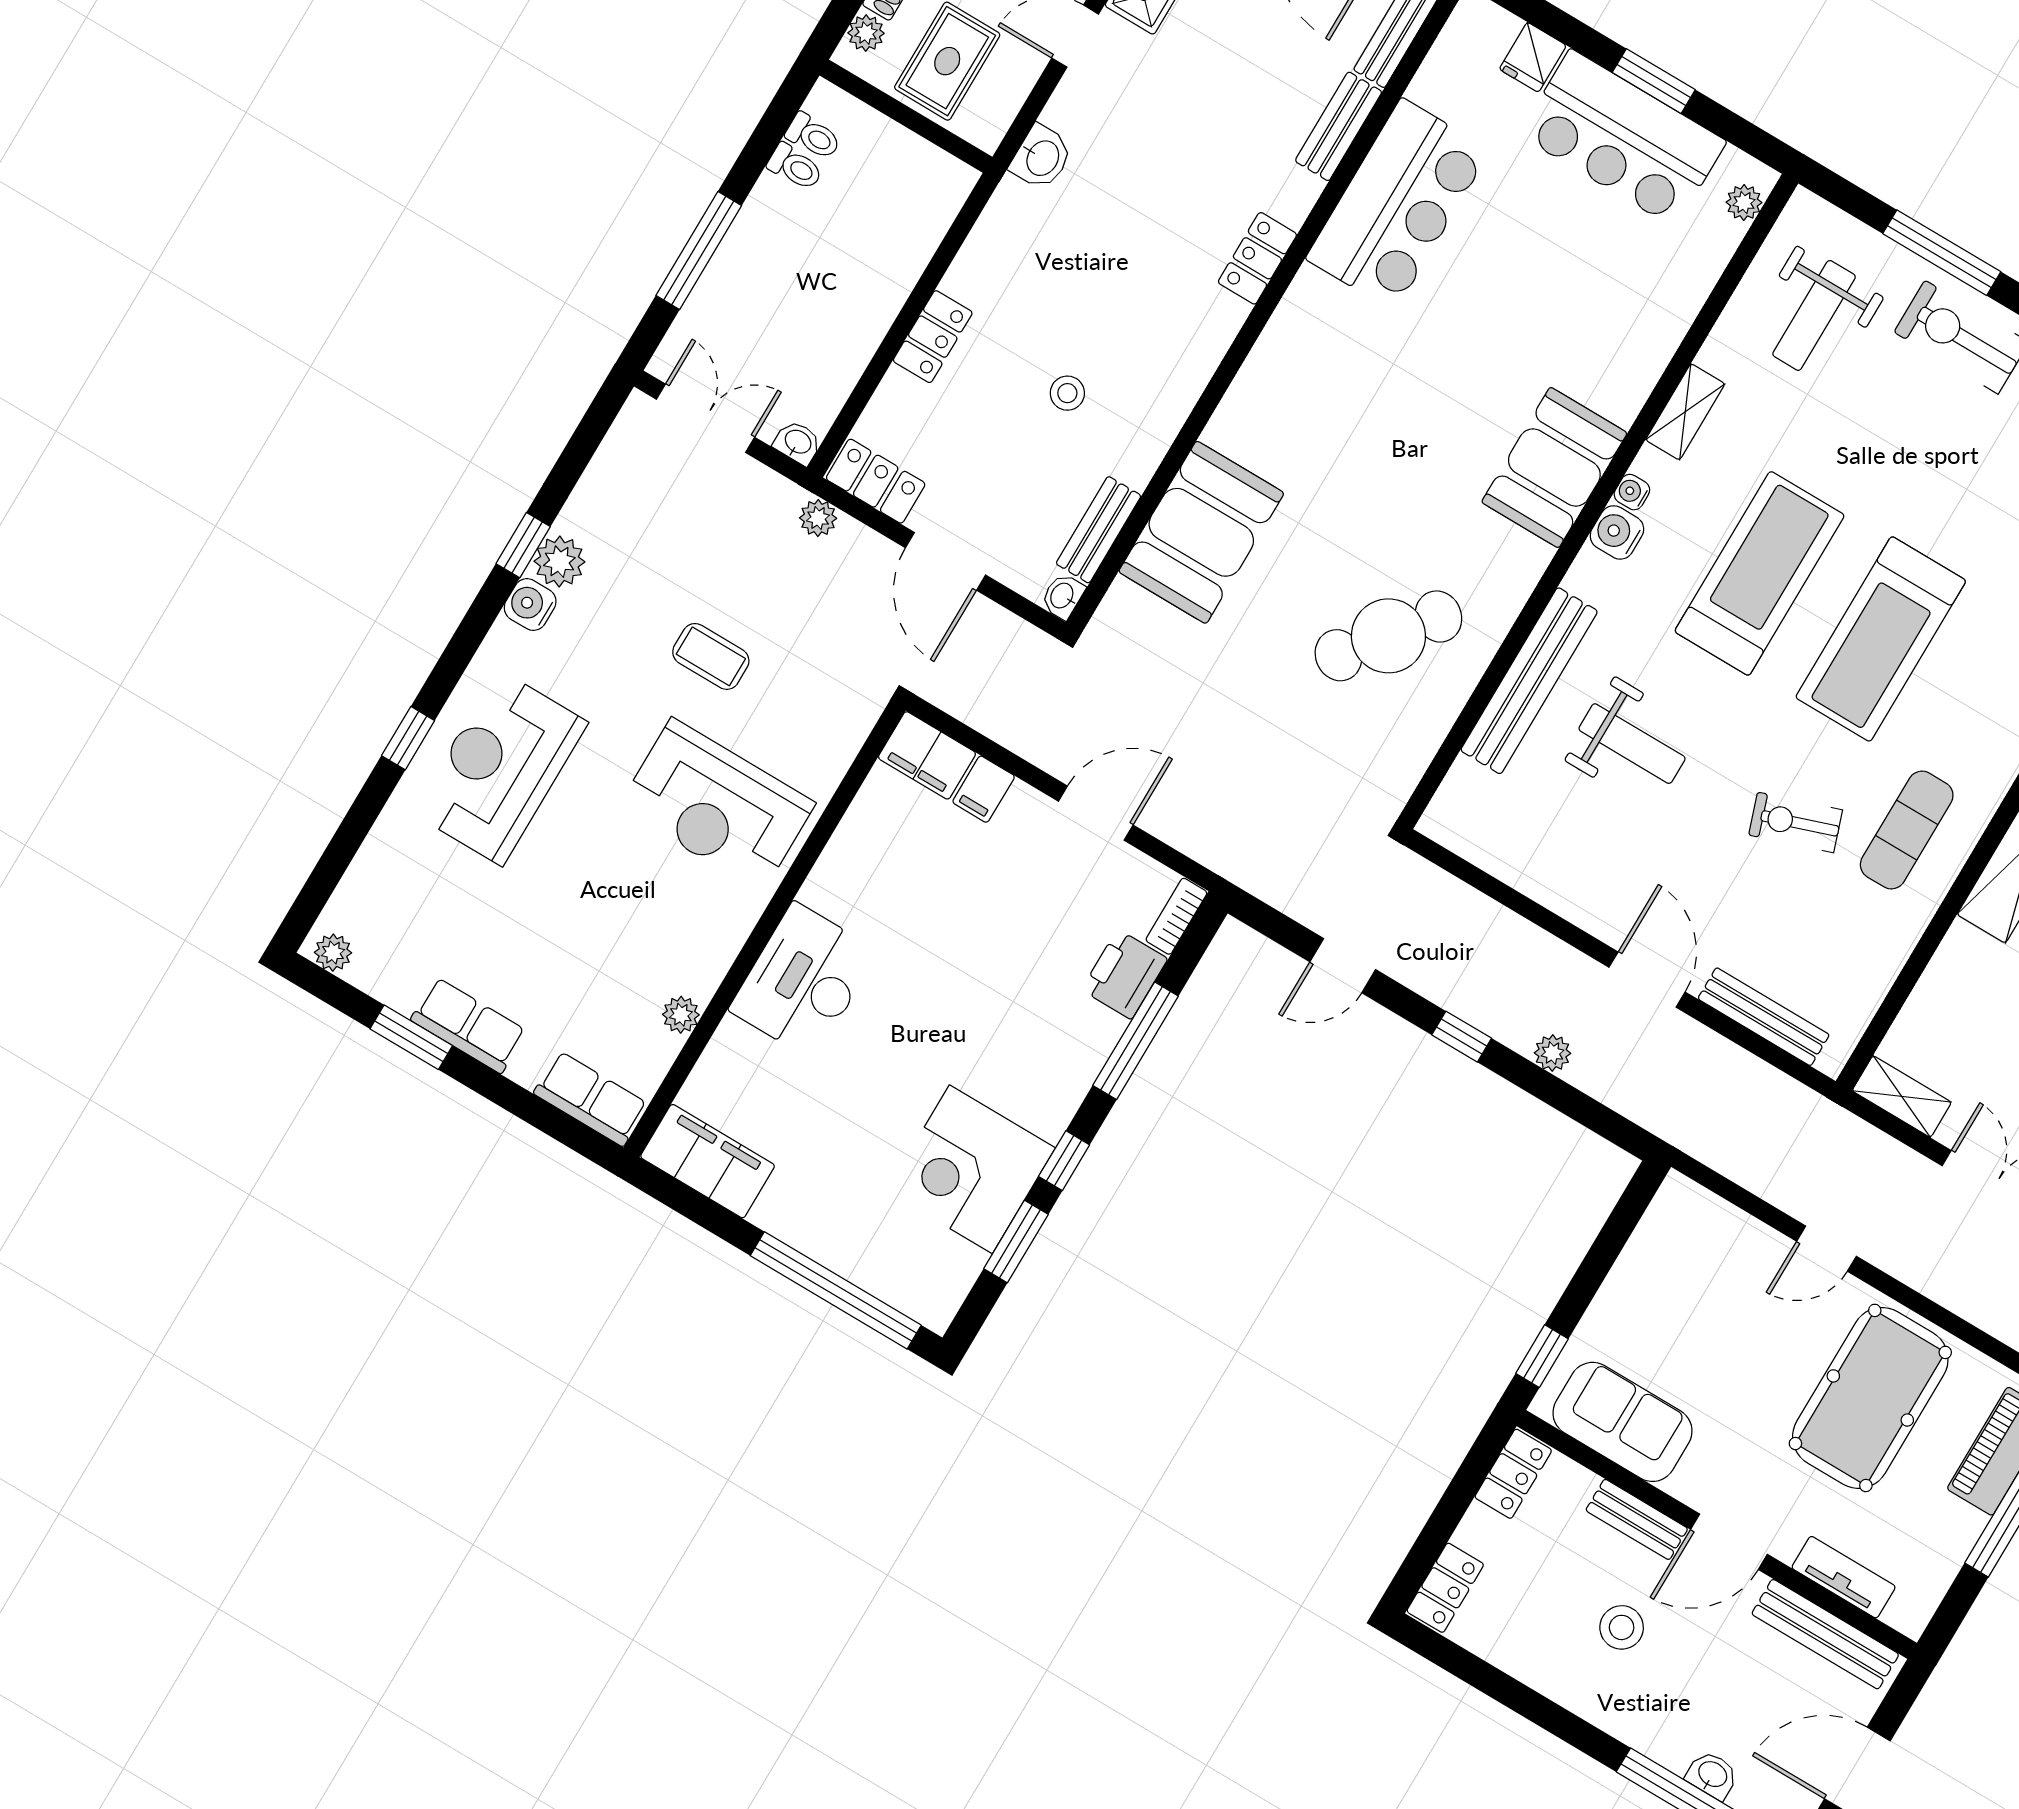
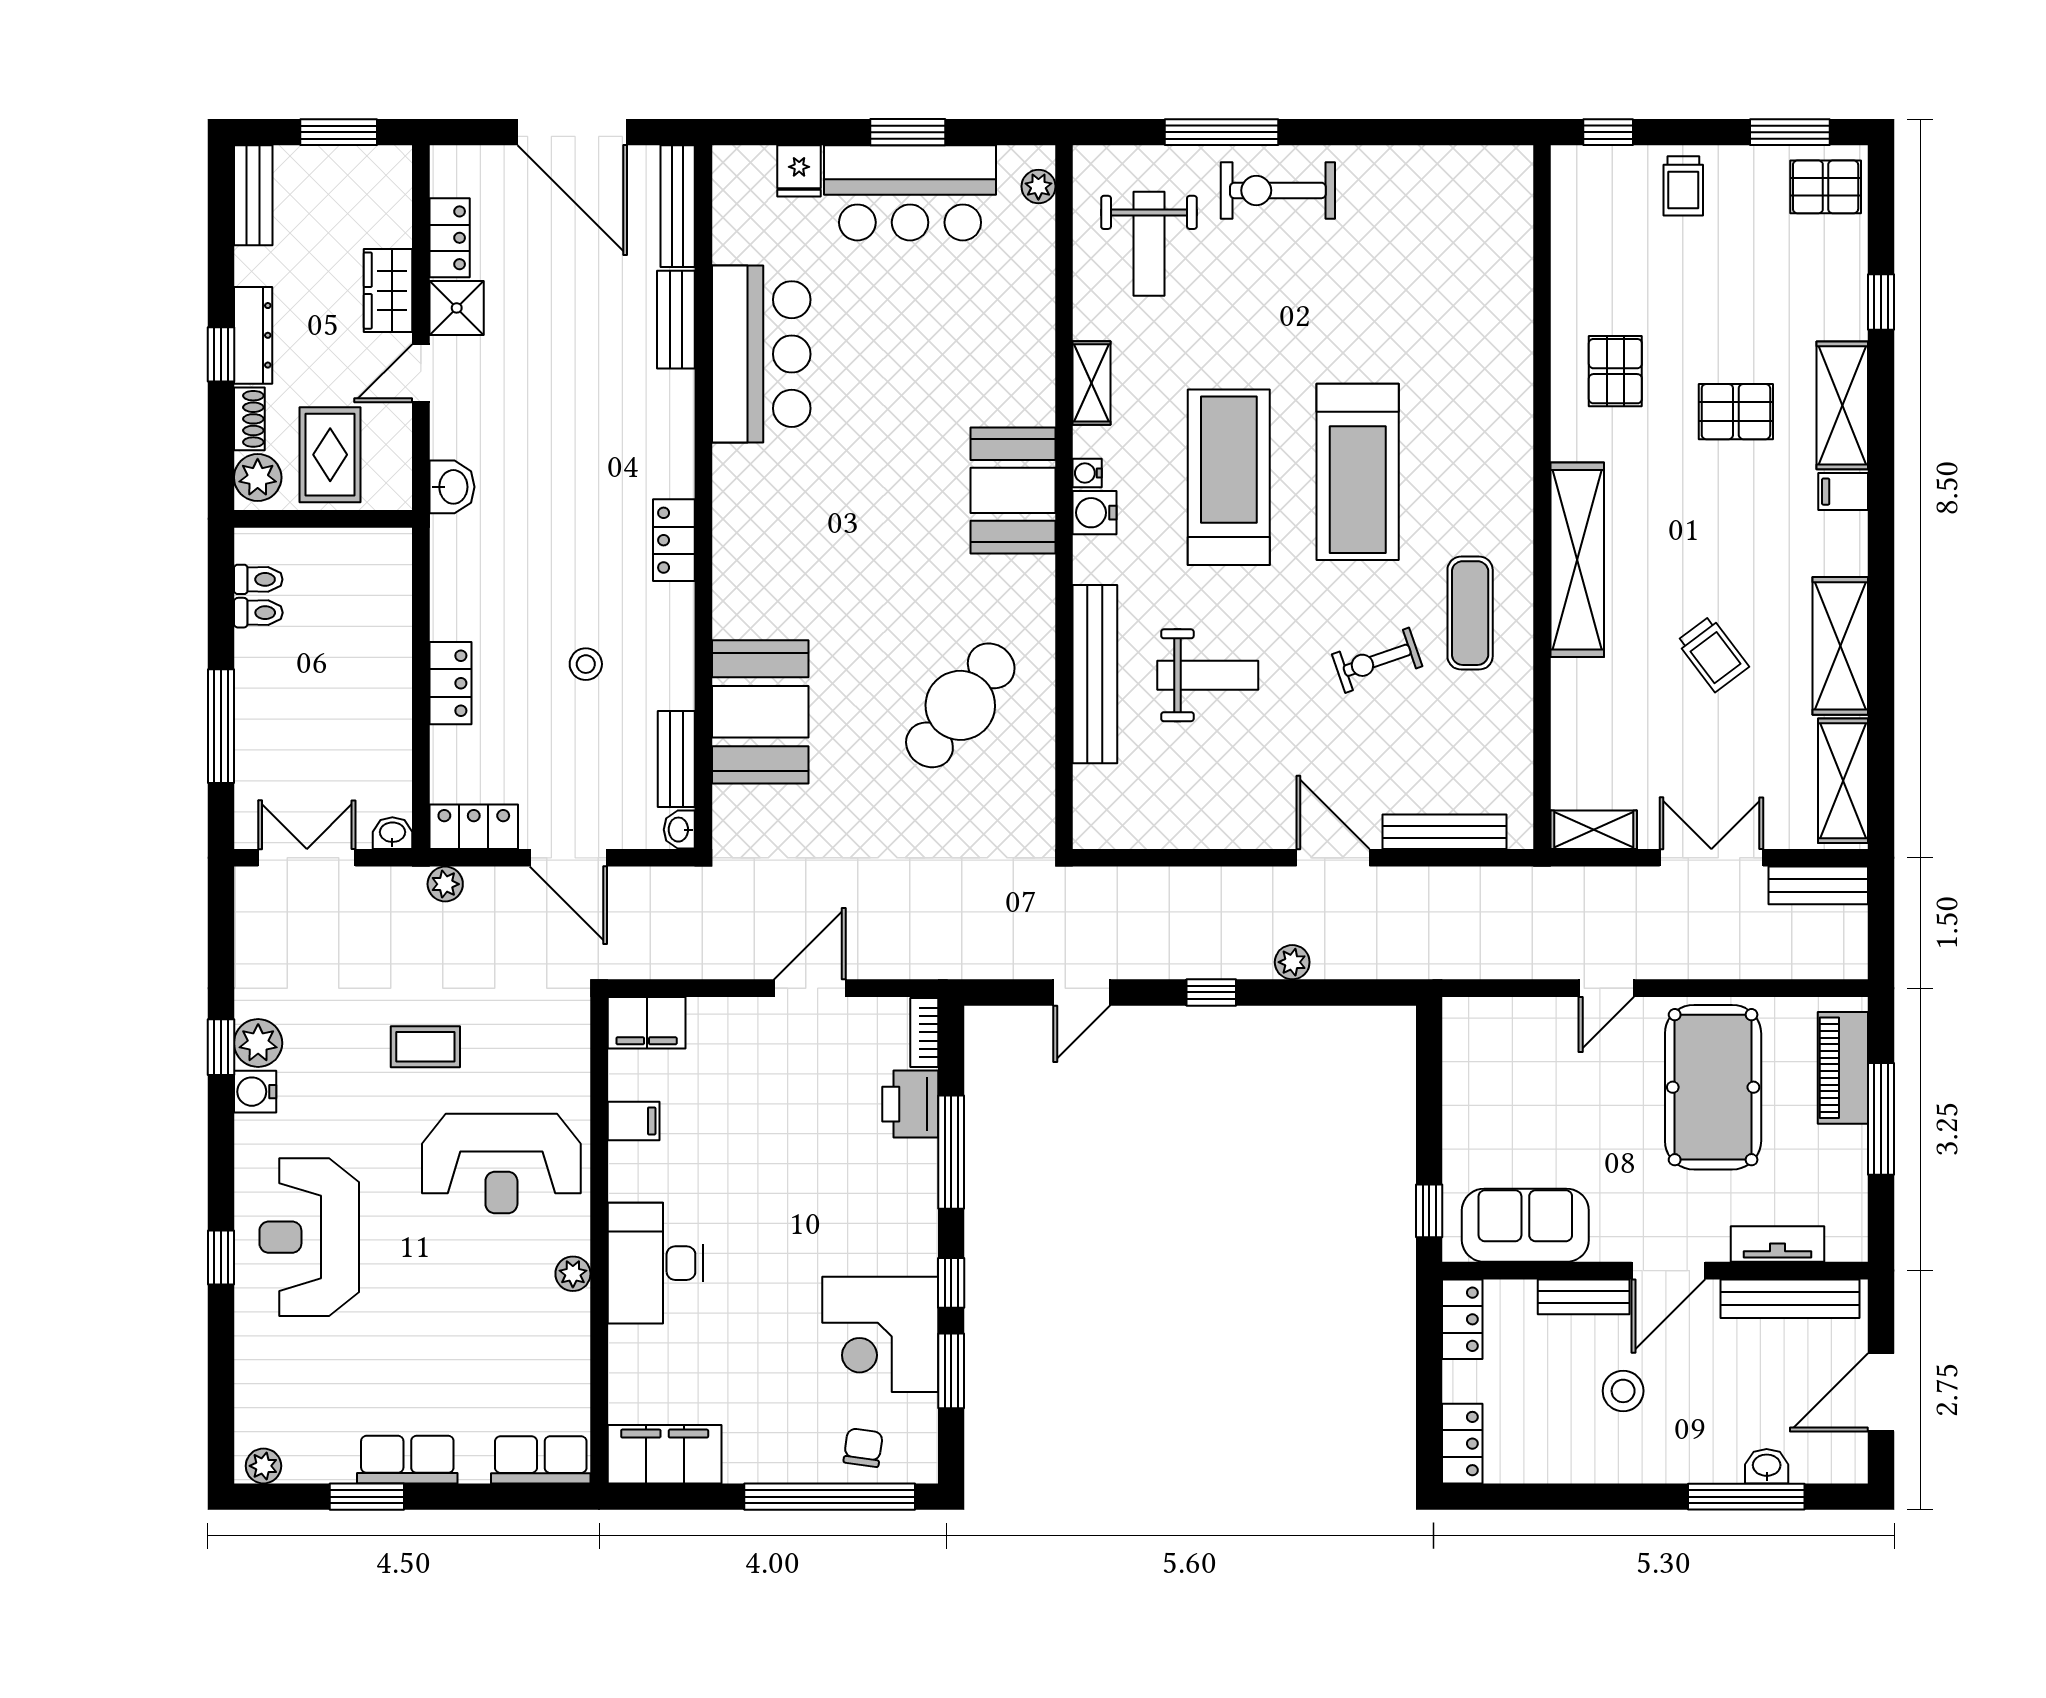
plant: (866, 33) -> (258, 477), width x1.38, depth x1.38
locker: (1257, 258) -> (674, 540), moved
filing cabinet: (984, 789) -> (634, 1121), moved, turned -90
plant: (681, 1015) -> (573, 1274), moved
chair: (893, 1264) -> (863, 1448), added

